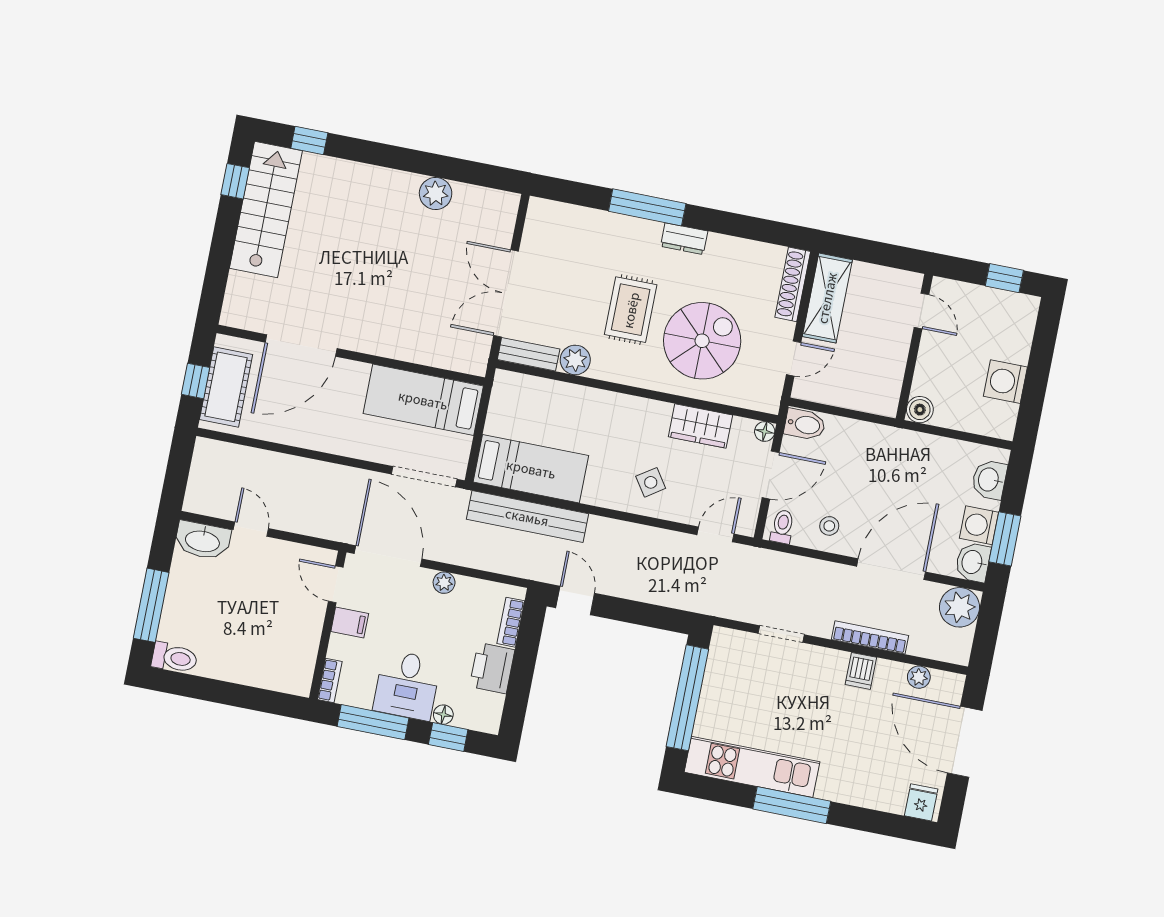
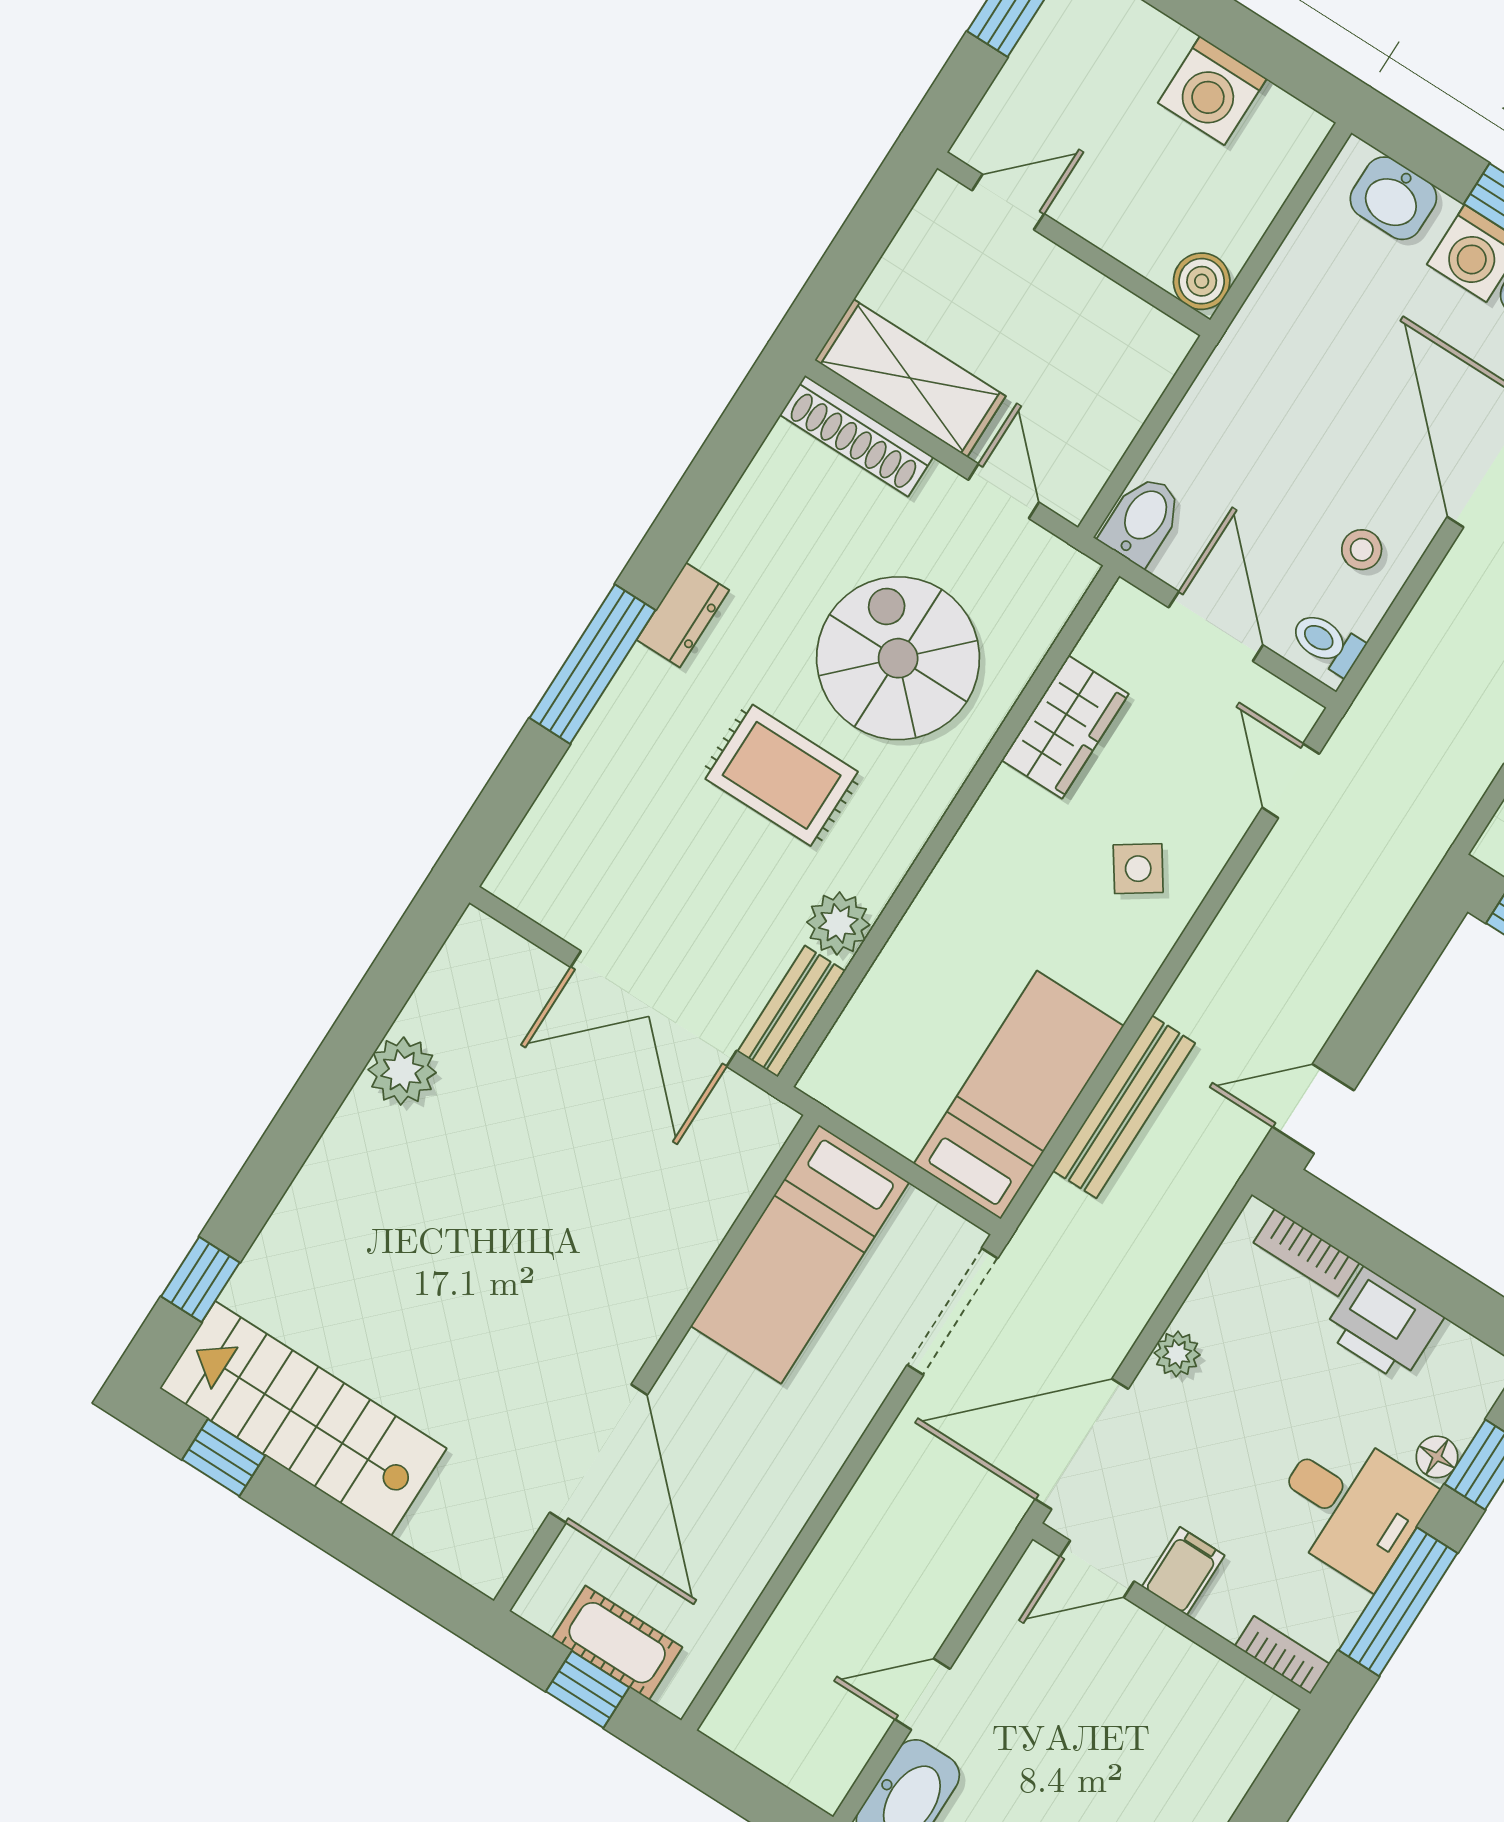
cot: (226, 387) -> (617, 1643), width x0.73, depth x0.75
floor lamp: (765, 431) -> (1125, 605), removed
bench: (527, 517) -> (1124, 1107), width x0.73, depth x0.82

